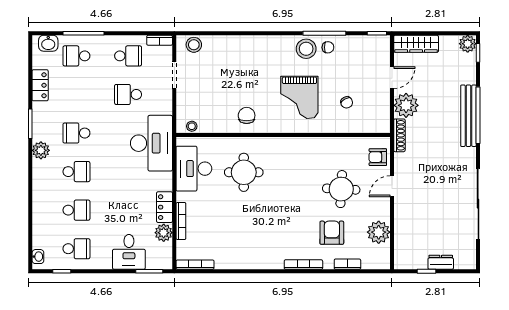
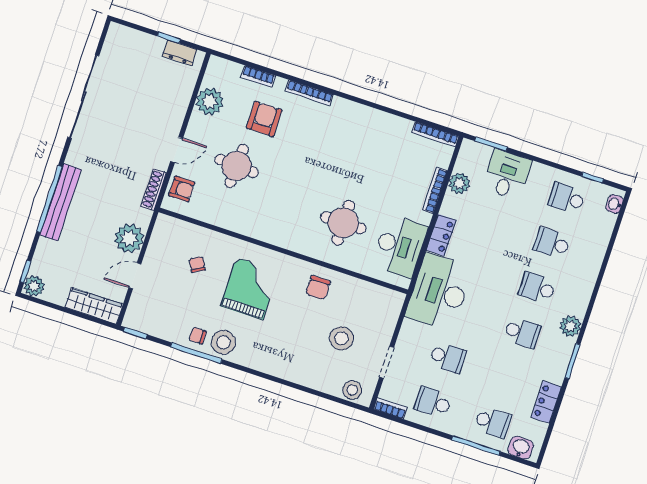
stool: (192, 126) -> (341, 338), moved, width x1.89, depth x1.89
shoe rack: (399, 135) -> (154, 190), moved
locker: (165, 207) -> (441, 235), moved
armchair: (332, 233) -> (264, 119), turned 180
dresser: (441, 262) -> (180, 53), moved

